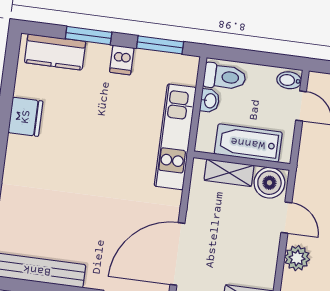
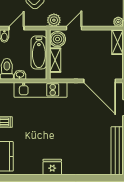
fridge: (26, 117) -> (52, 167), moved
plant: (297, 258) -> (54, 20), moved

